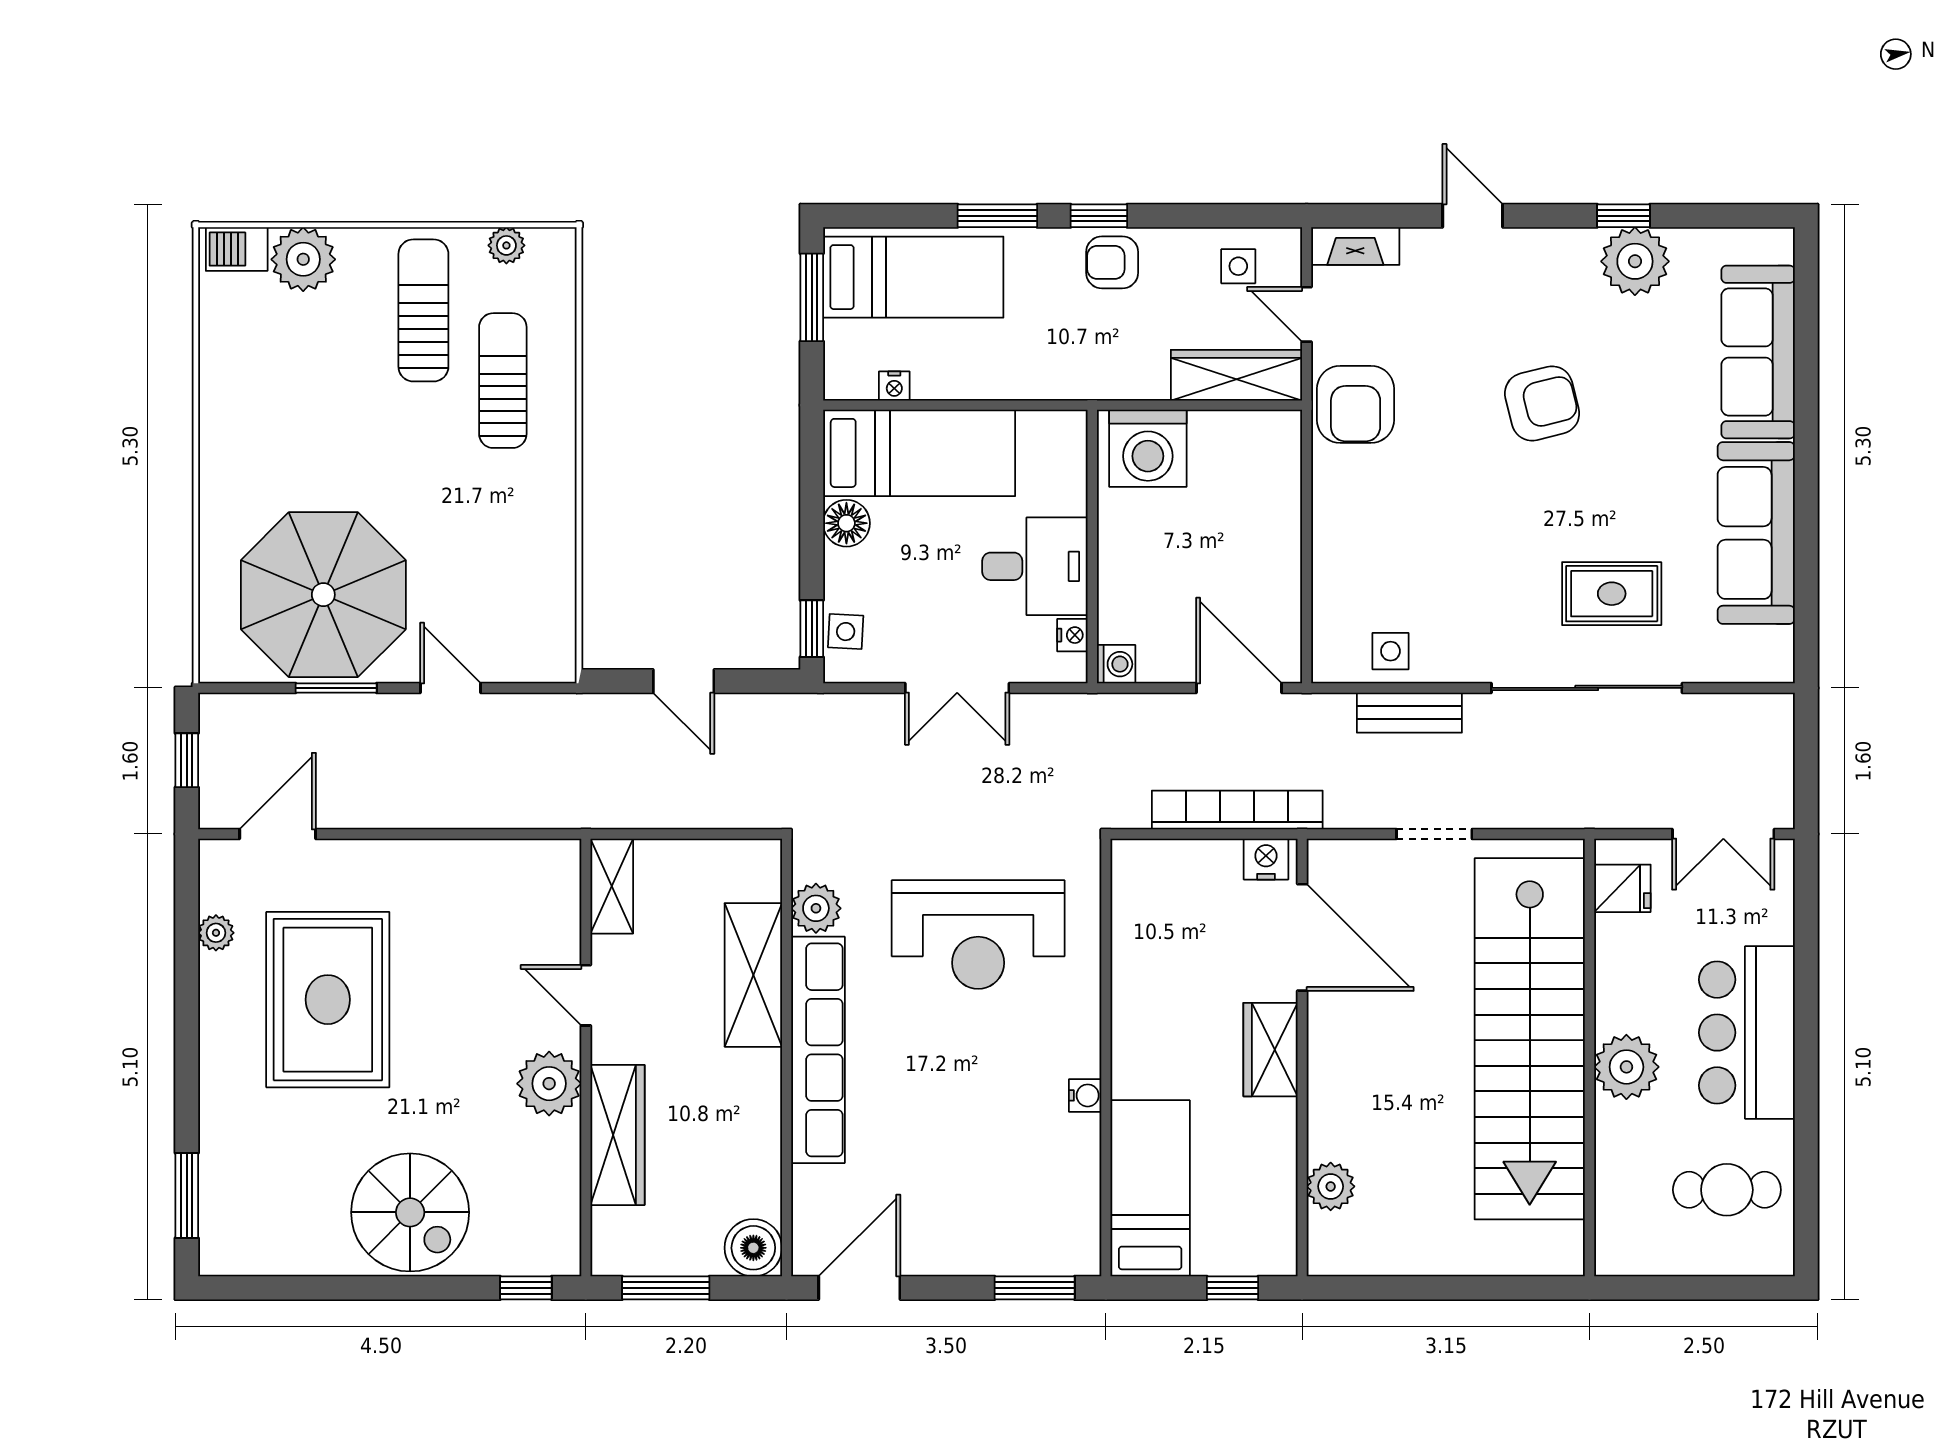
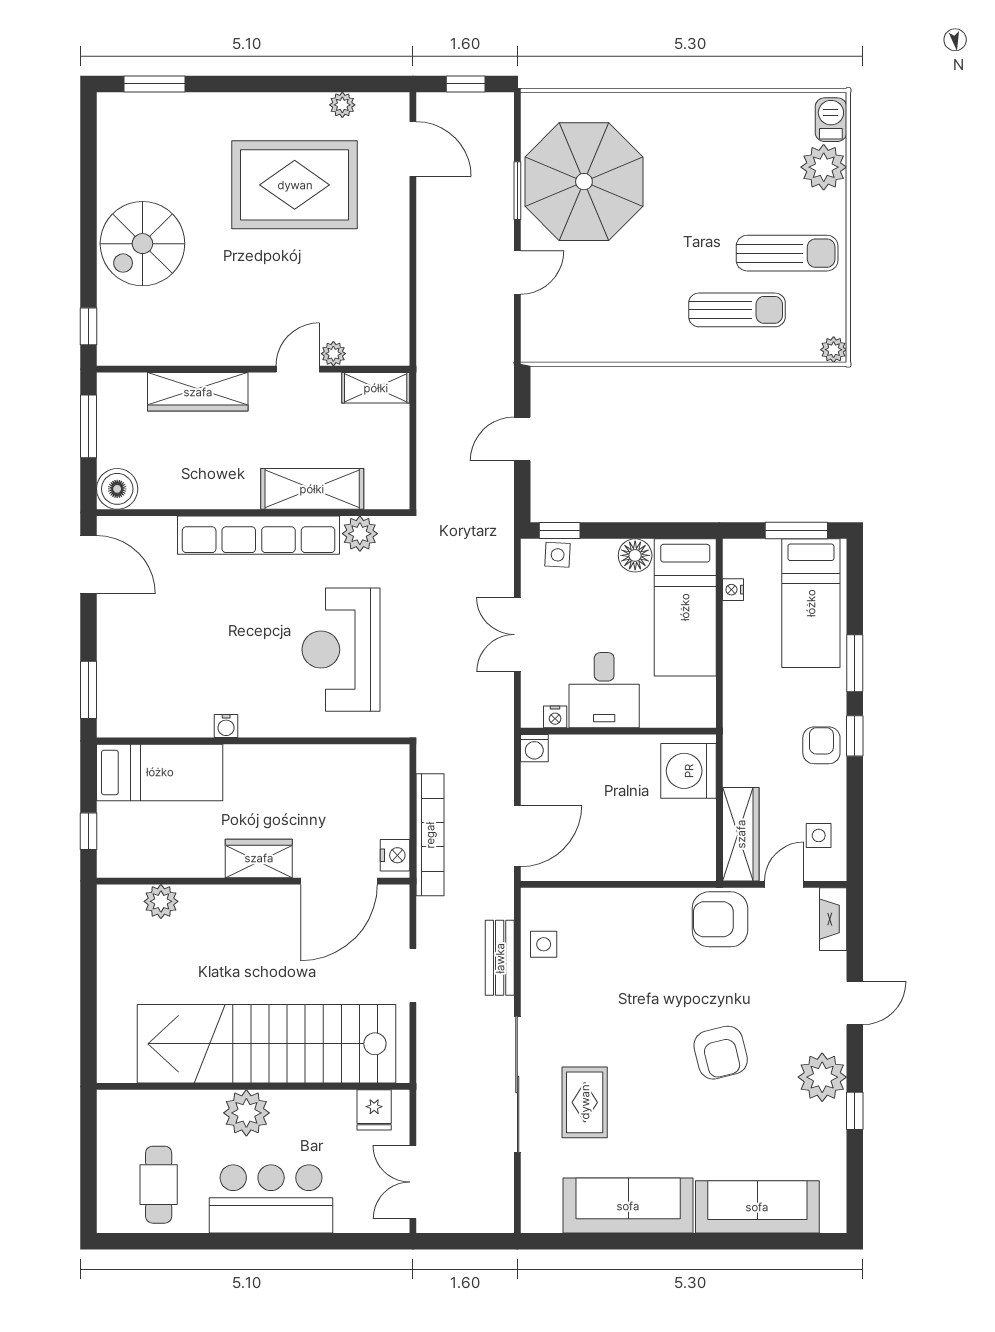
plant: (506, 245) -> (834, 350), moved
plant: (1635, 261) -> (822, 1077), moved
plant: (549, 1084) -> (333, 354), moved, width x0.53, depth x0.53

